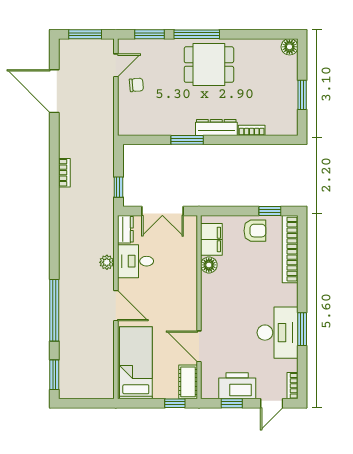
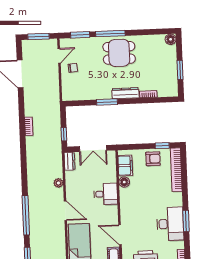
desk: (135, 261) -> (106, 194), moved, turned 180

